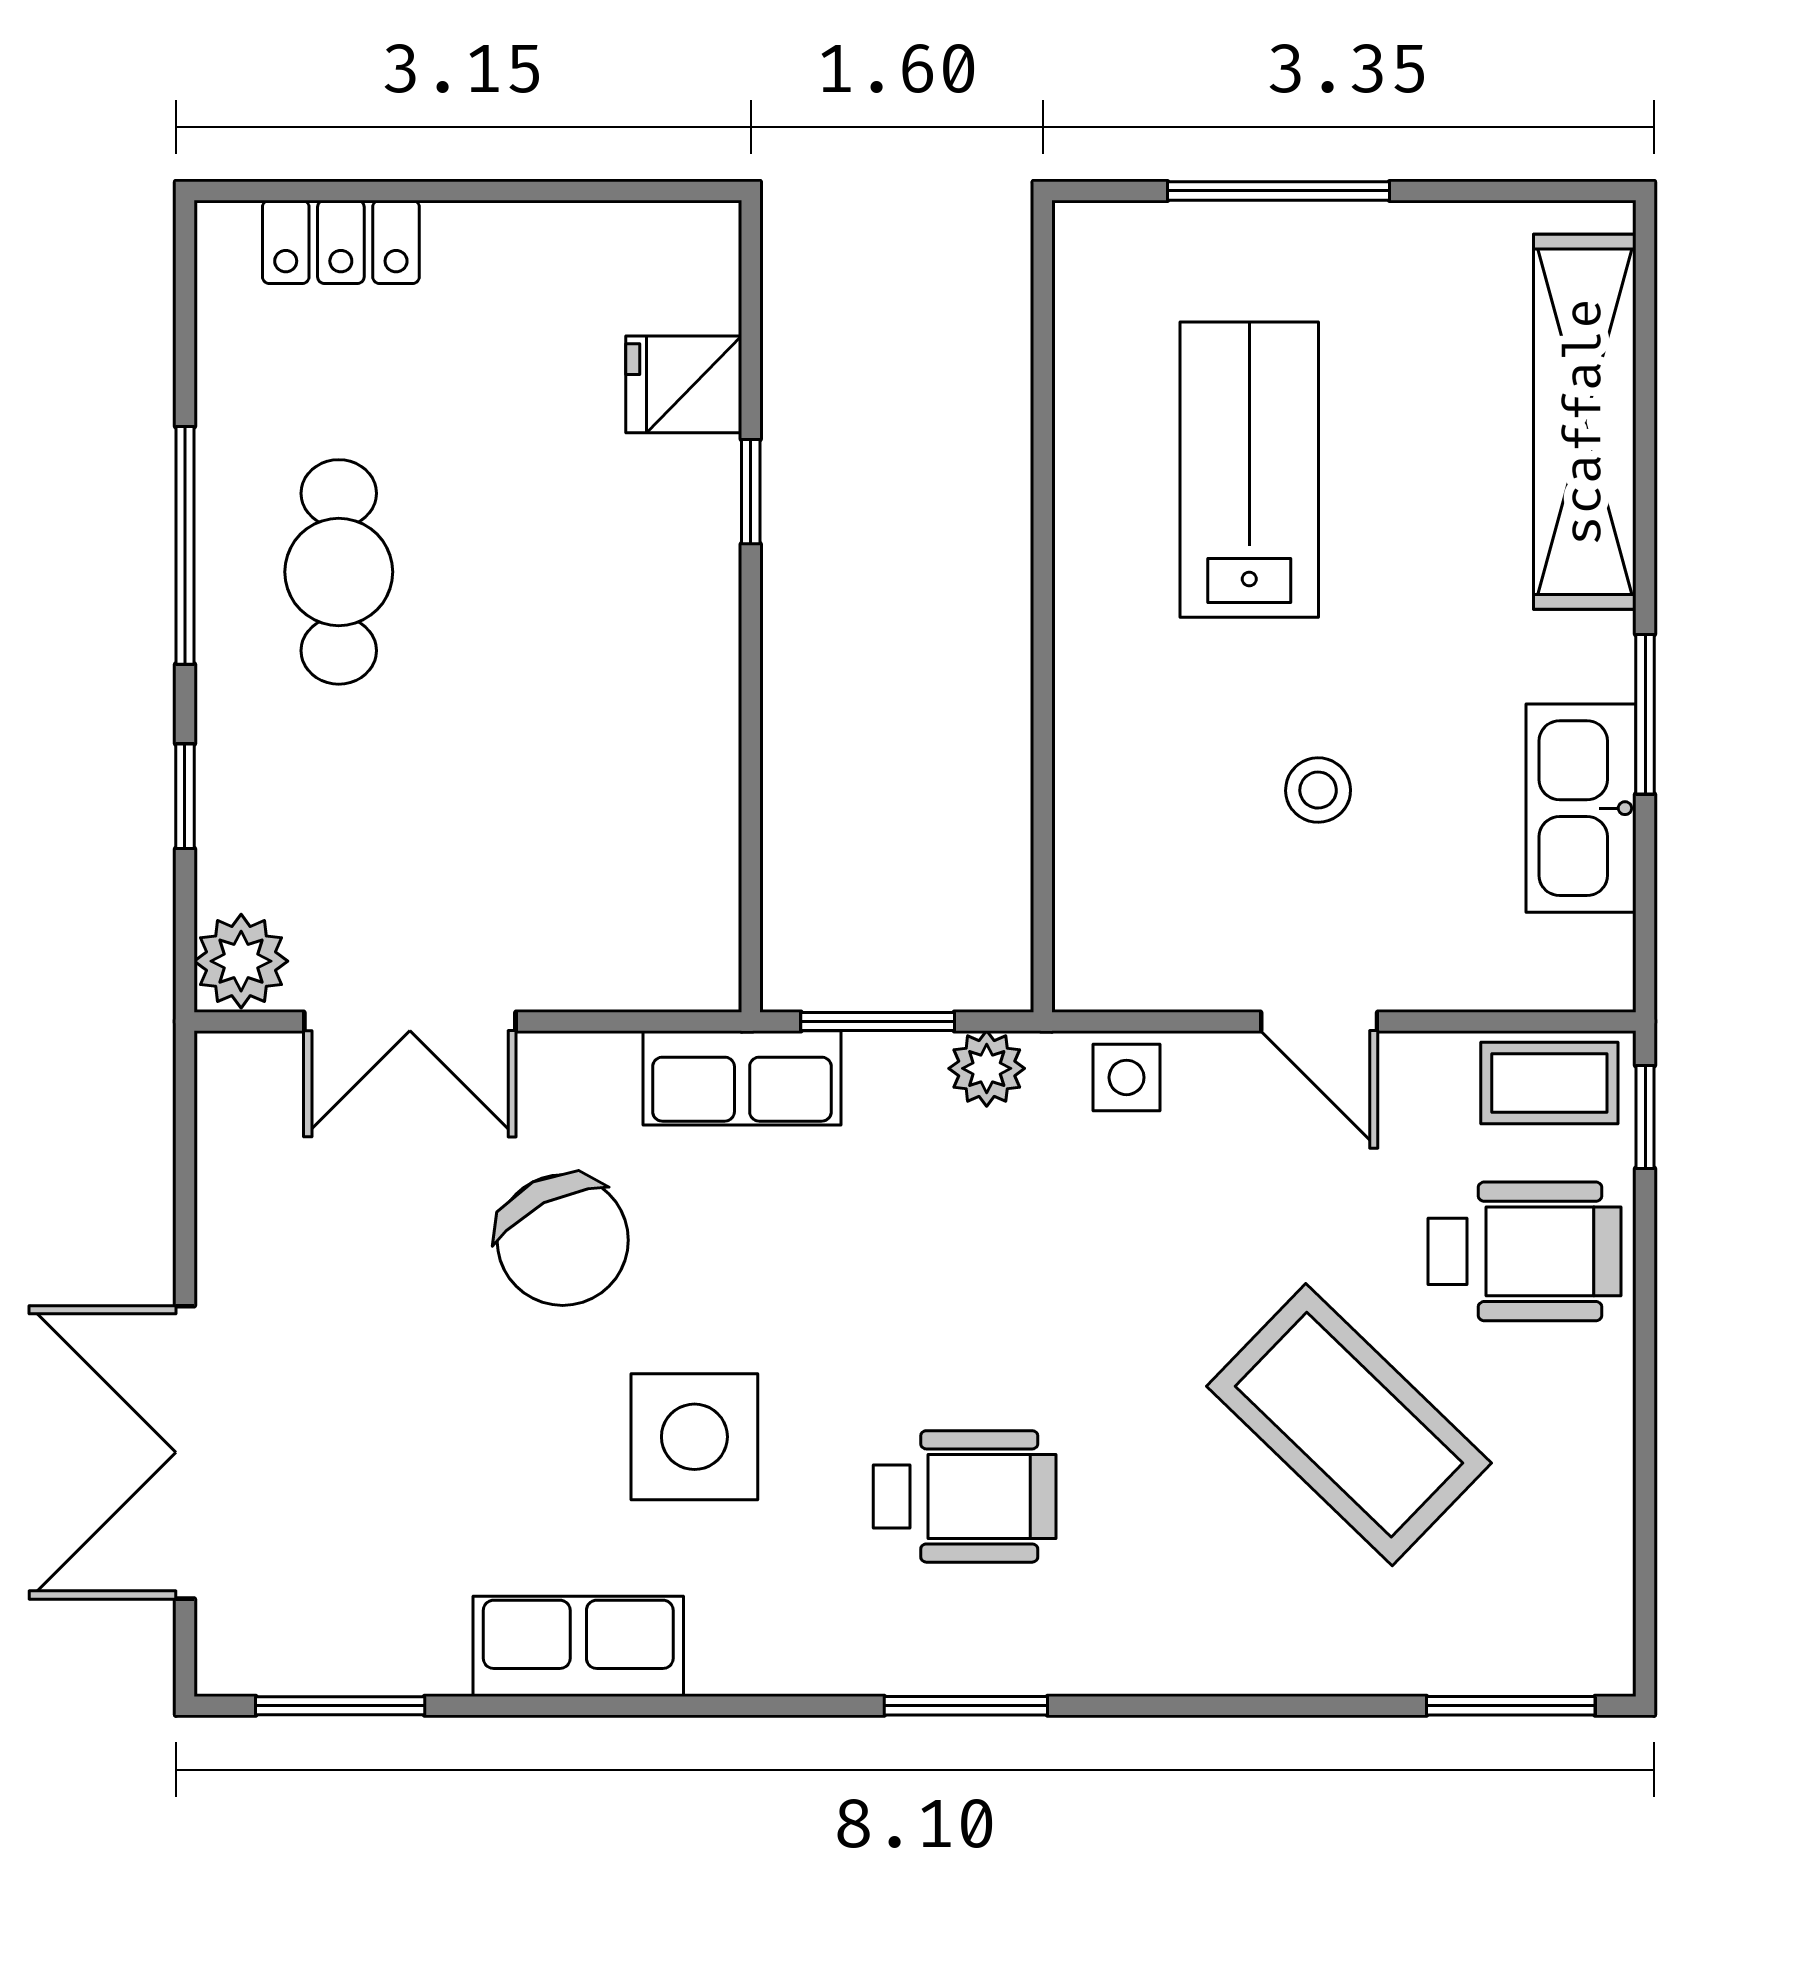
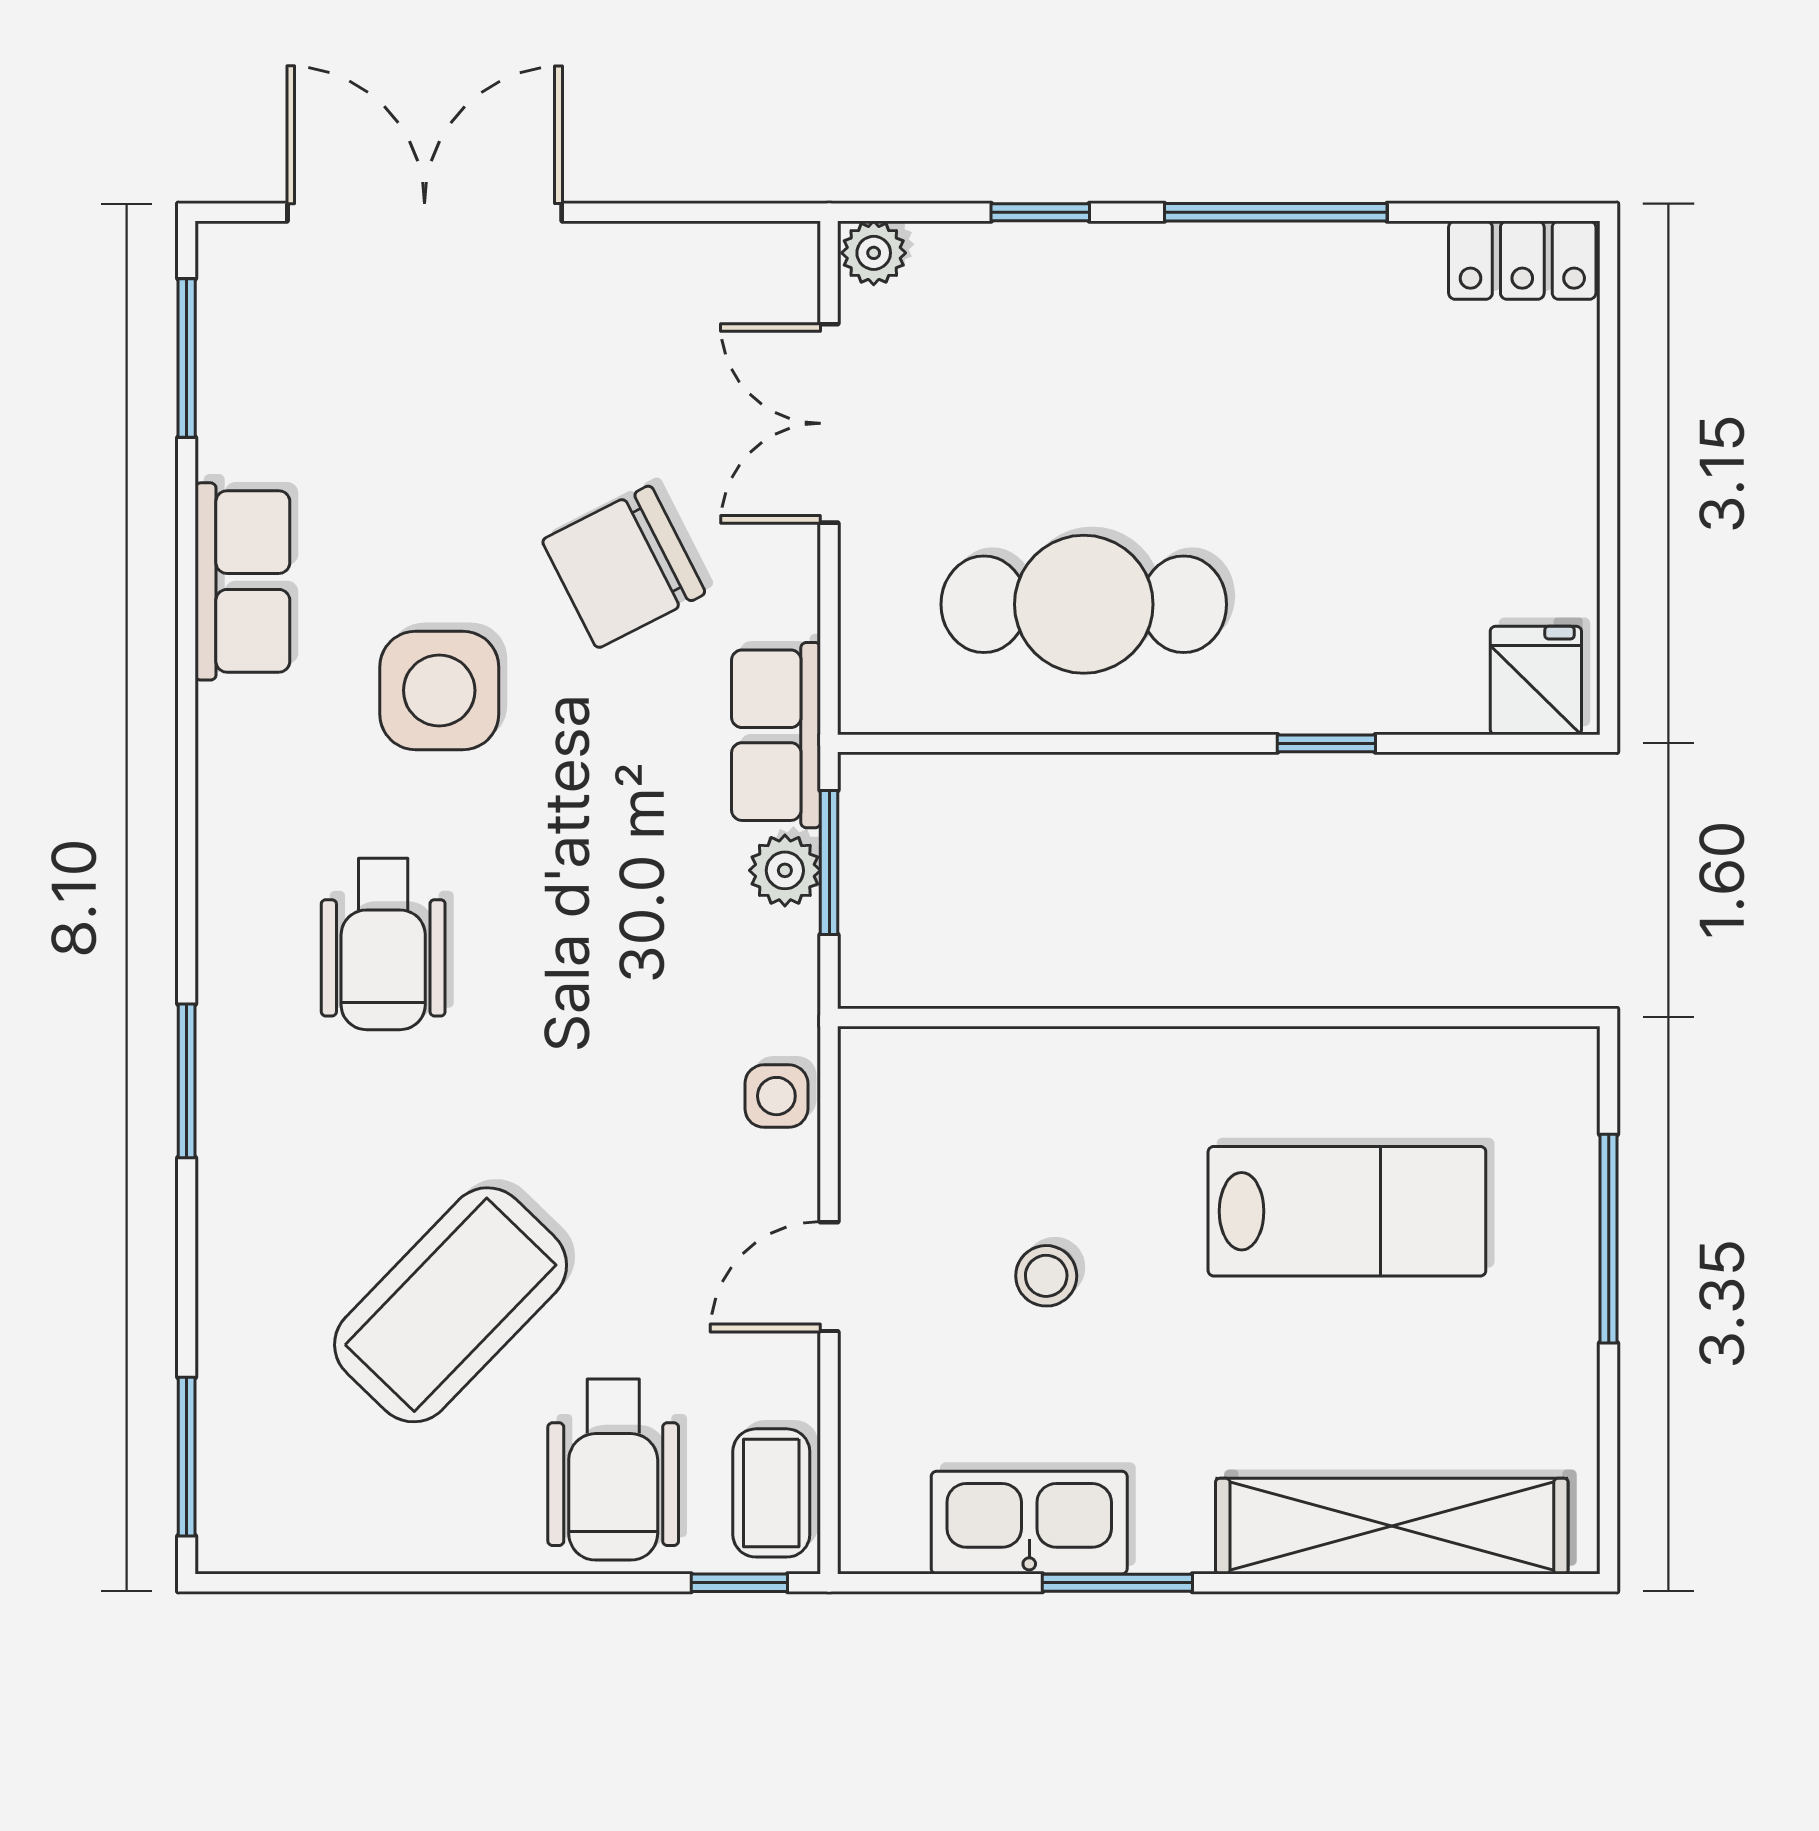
locker: (341, 242) -> (1522, 260), moved, turned -90
fridge: (684, 384) -> (1536, 680), moved
cafe table: (339, 572) -> (1084, 604), moved, width x1.37, depth x1.35
plant: (241, 961) -> (874, 253), width x0.73, depth x0.73
plant: (987, 1068) -> (785, 870), moved
window: (966, 1706) -> (187, 1081), moved

